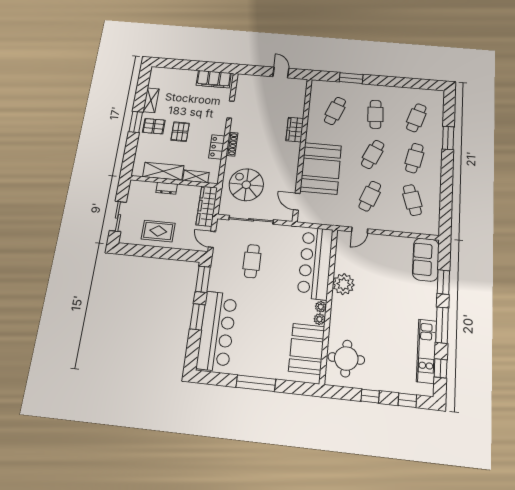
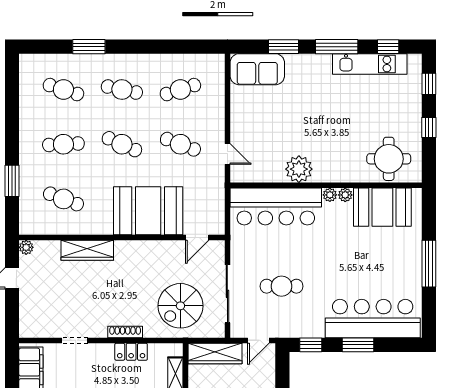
plant: (302, 83) -> (26, 247), added
wardrobe: (295, 130) -> (87, 250), width x1.50
window: (203, 279) -> (311, 345), width x0.67

